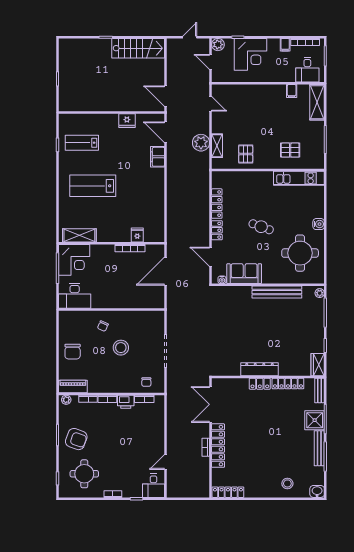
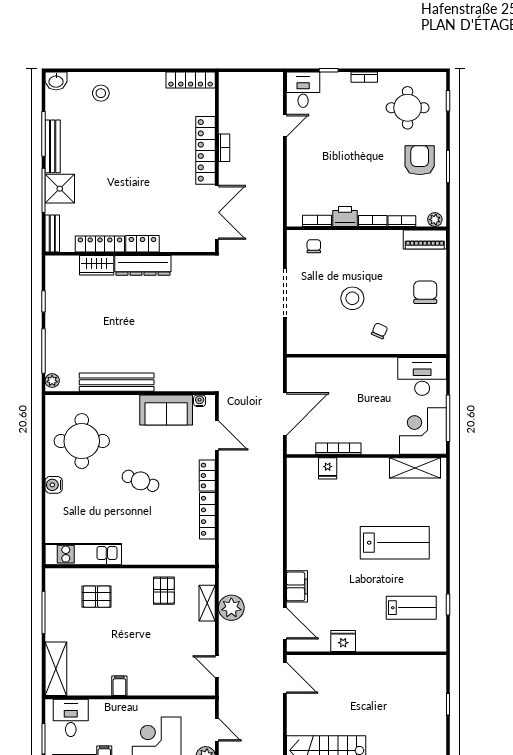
filing cabinet: (292, 91) -> (119, 686), moved
wardrobe: (318, 365) -> (97, 265), moved, turned 90
armchair: (76, 439) -> (420, 160), turned 70

